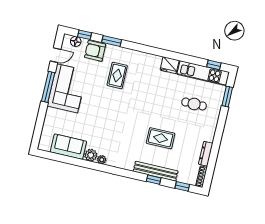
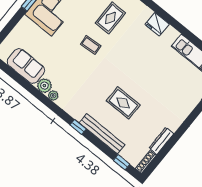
fridge: (170, 65) -> (157, 24), moved
cafe table: (194, 104) -> (174, 85), removed
coffee table: (112, 105) -> (91, 45), added
window: (154, 180) -> (78, 127), moved

